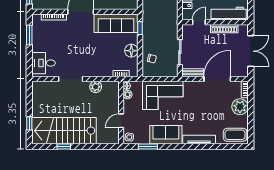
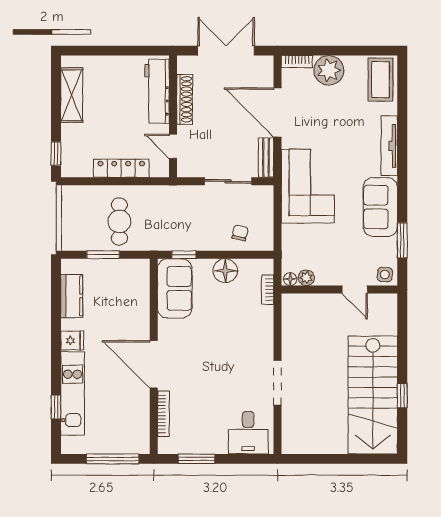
sofa: (116, 23) -> (175, 288), width x0.73
plant: (96, 87) -> (292, 337), removed
corner sofa: (163, 95) -> (308, 186), moved
window: (29, 123) -> (360, 459), removed

